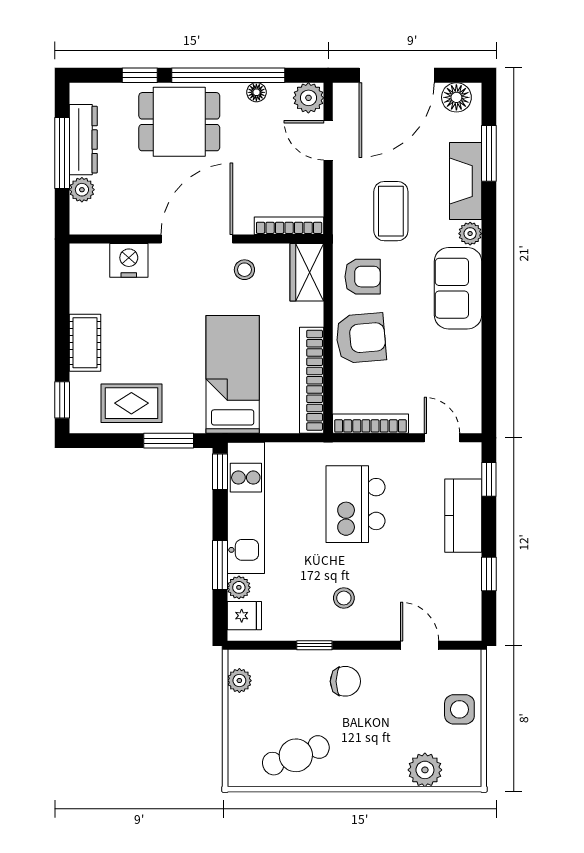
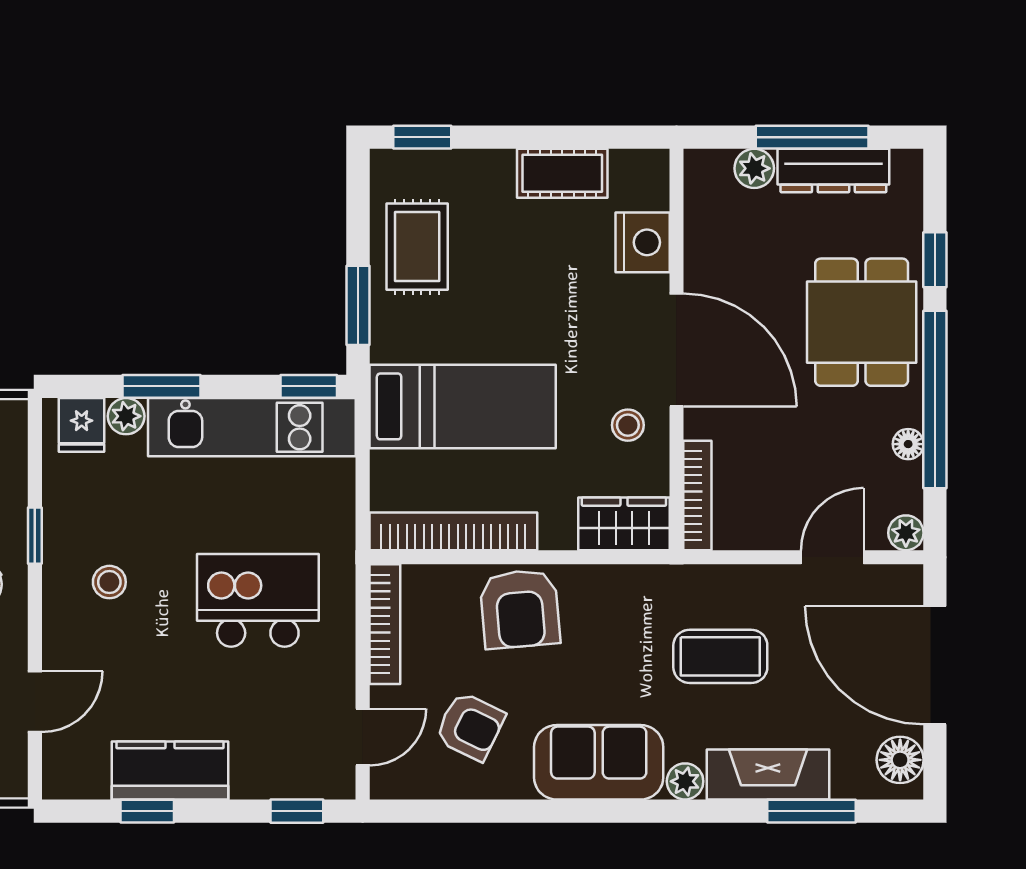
plant: (308, 98) -> (906, 533), width x0.73, depth x0.73
armchair: (363, 277) -> (470, 726), moved, turned -64
cot: (85, 343) -> (562, 173), moved
kitchen counter: (463, 516) -> (170, 770), moved

